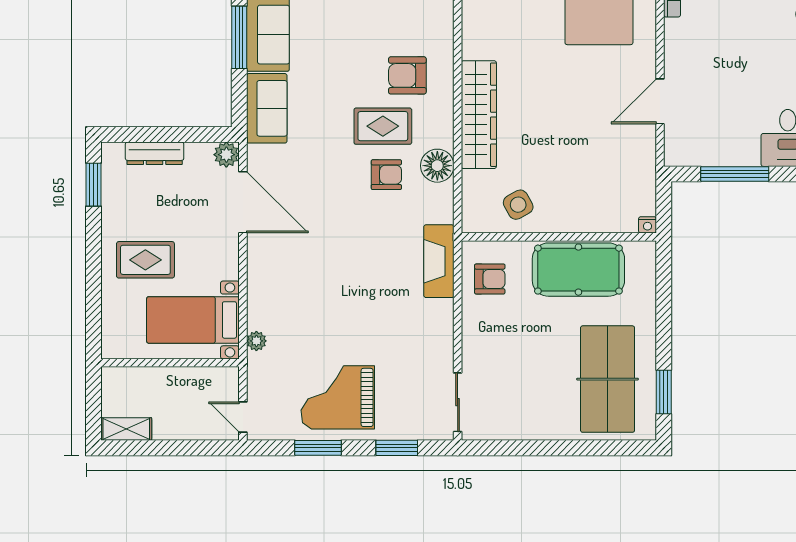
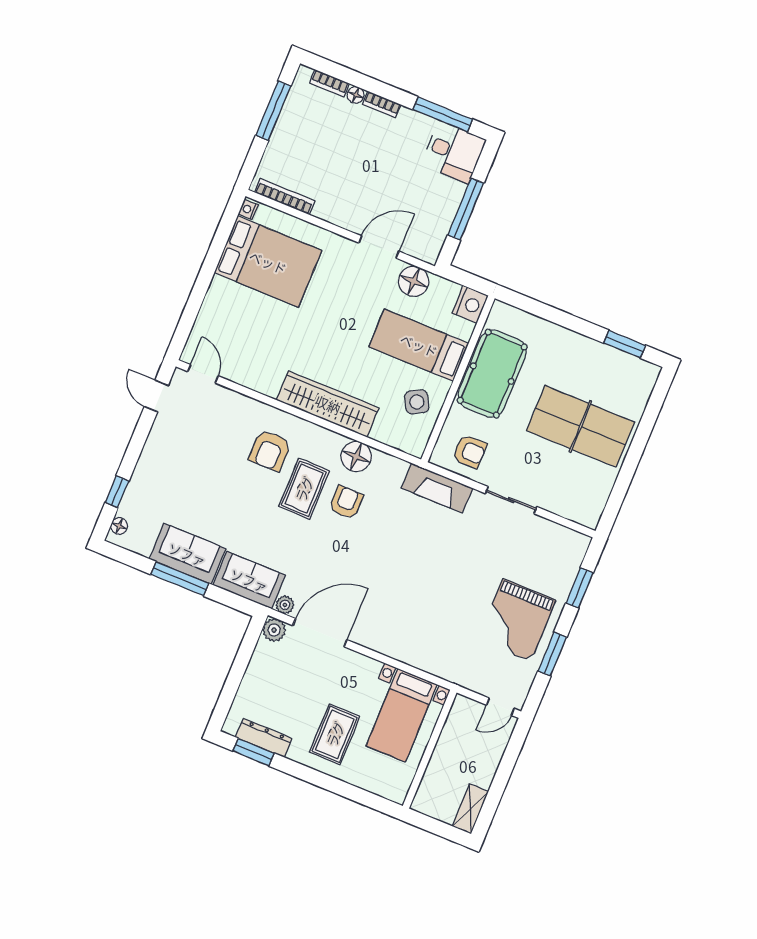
door: (660, 101) -> (379, 247), swing flipped
floor lamp: (640, 151) -> (414, 281), added
dresser: (155, 153) -> (264, 738), moved, turned -90
bed: (577, 183) -> (419, 345), added
nightstand: (647, 225) -> (470, 304), width x1.89, depth x1.79
armchair: (490, 279) -> (470, 451), turned 90
plant: (256, 341) -> (285, 605), moved
table tennis table: (608, 379) -> (580, 426), moved
sliding door: (458, 402) -> (511, 500), moved

